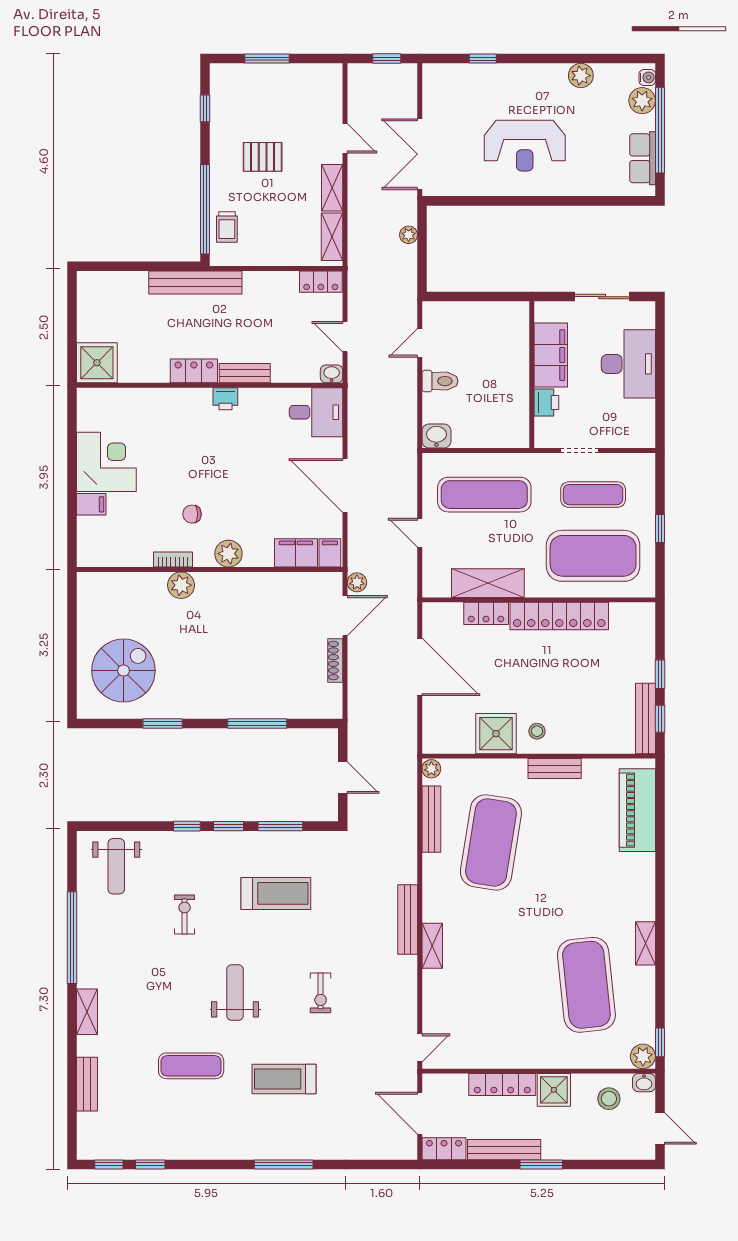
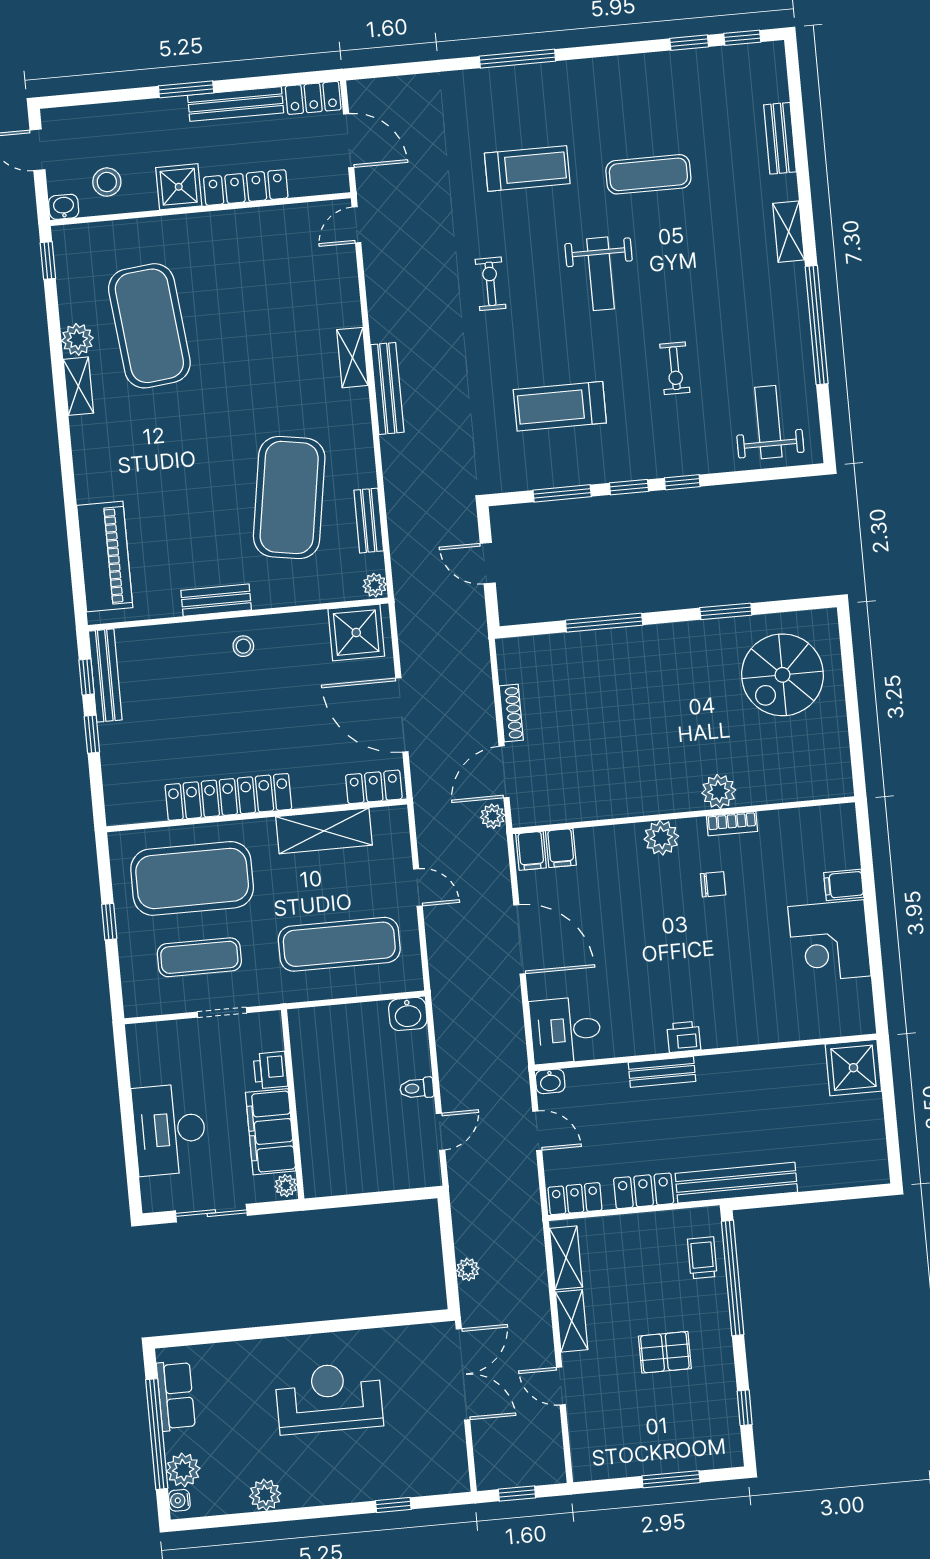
plant: (543, 312) -> (286, 1186), added
locker: (194, 371) -> (644, 1191), moved, turned 180
toilet: (440, 381) -> (417, 1088), width x0.73, depth x0.72
filing cabinet: (296, 553) -> (561, 848), width x0.50
locker: (486, 613) -> (374, 787), moved
shower: (496, 734) -> (356, 633), moved
bench: (431, 819) -> (369, 521), width x0.73
plant: (643, 1056) -> (77, 339), moved

